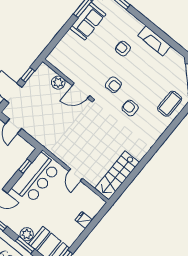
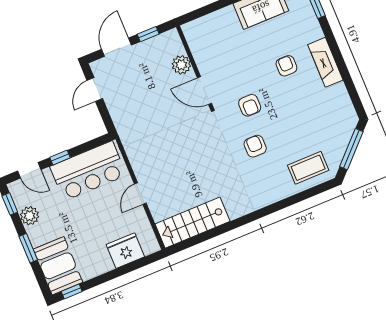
fireplace: (154, 41) -> (325, 62), moved
window: (25, 166) -> (60, 158), moved
fridge: (84, 220) -> (125, 251), width x1.88, depth x1.34
plant: (27, 234) -> (30, 216), moved

